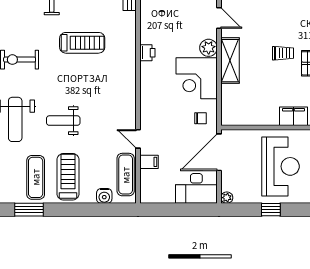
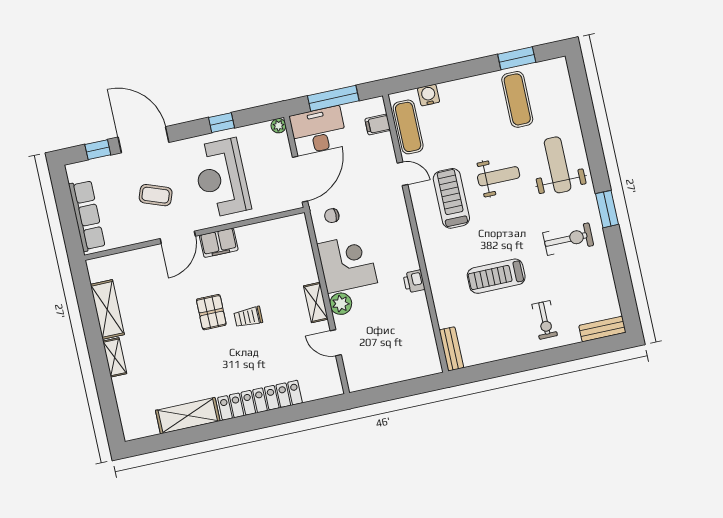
shelving: (230, 61) -> (316, 303), width x0.67, depth x0.75
filing cabinet: (149, 162) -> (378, 125), moved
treadmill: (68, 177) -> (451, 198), moved, turned 180
window: (179, 210) -> (333, 98), added

